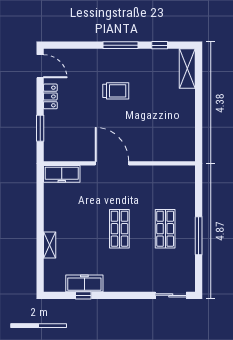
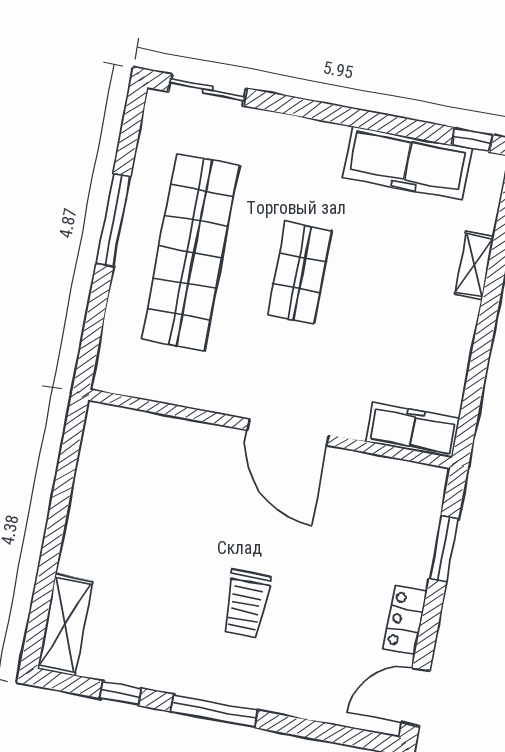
door: (40, 66) -> (416, 697), hinge flipped
trolley: (116, 91) -> (246, 604), turned -90
shop shelf: (165, 229) -> (190, 252), width x2.00, depth x1.36
freezer: (84, 283) -> (407, 163), width x1.36, depth x1.26
window: (83, 295) -> (472, 140), moved

